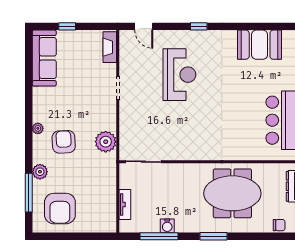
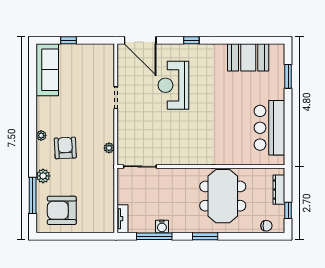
door: (144, 26) -> (140, 40), width x1.87
fireplace: (110, 47) -> (108, 60), removed
reception desk: (179, 75) -> (173, 85), turned 180
plant: (106, 142) -> (109, 148), width x0.53, depth x0.53
meeting table: (232, 193) -> (223, 196), turned 90
tv unit: (125, 205) -> (122, 219), moved
armchair: (60, 209) -> (62, 210), turned 90

